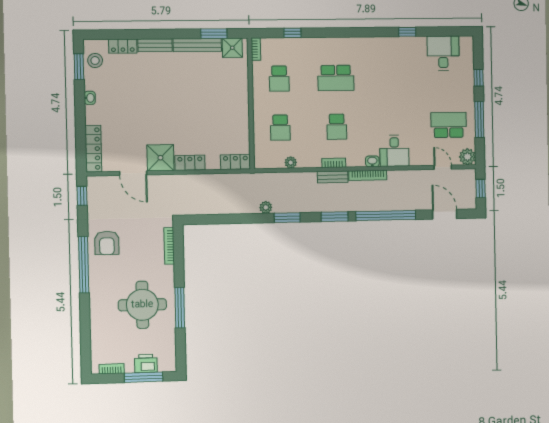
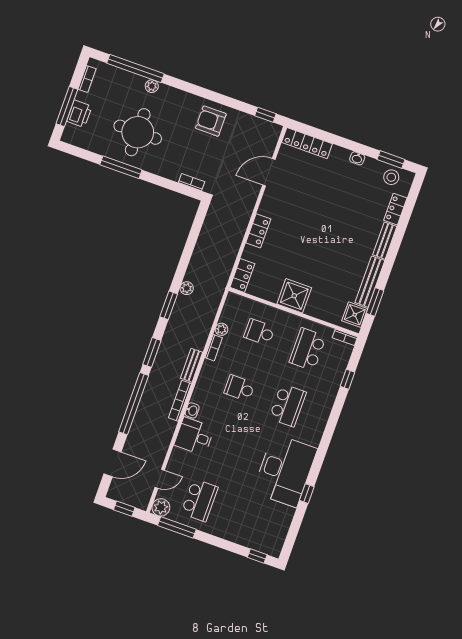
desk: (443, 53) -> (285, 470), moved, width x1.87, depth x1.30
school desk: (336, 78) -> (288, 405), turned 180
window: (479, 78) -> (257, 556), moved
school desk: (279, 79) -> (308, 349), width x1.85
window: (479, 119) -> (177, 527), moved
shower: (160, 158) -> (294, 296), moved
bookcase: (334, 163) -> (214, 348), moved
bookcase: (169, 246) -> (192, 182), width x0.64
window: (84, 265) -> (135, 69), moved
plant: (96, 308) -> (152, 86), added

